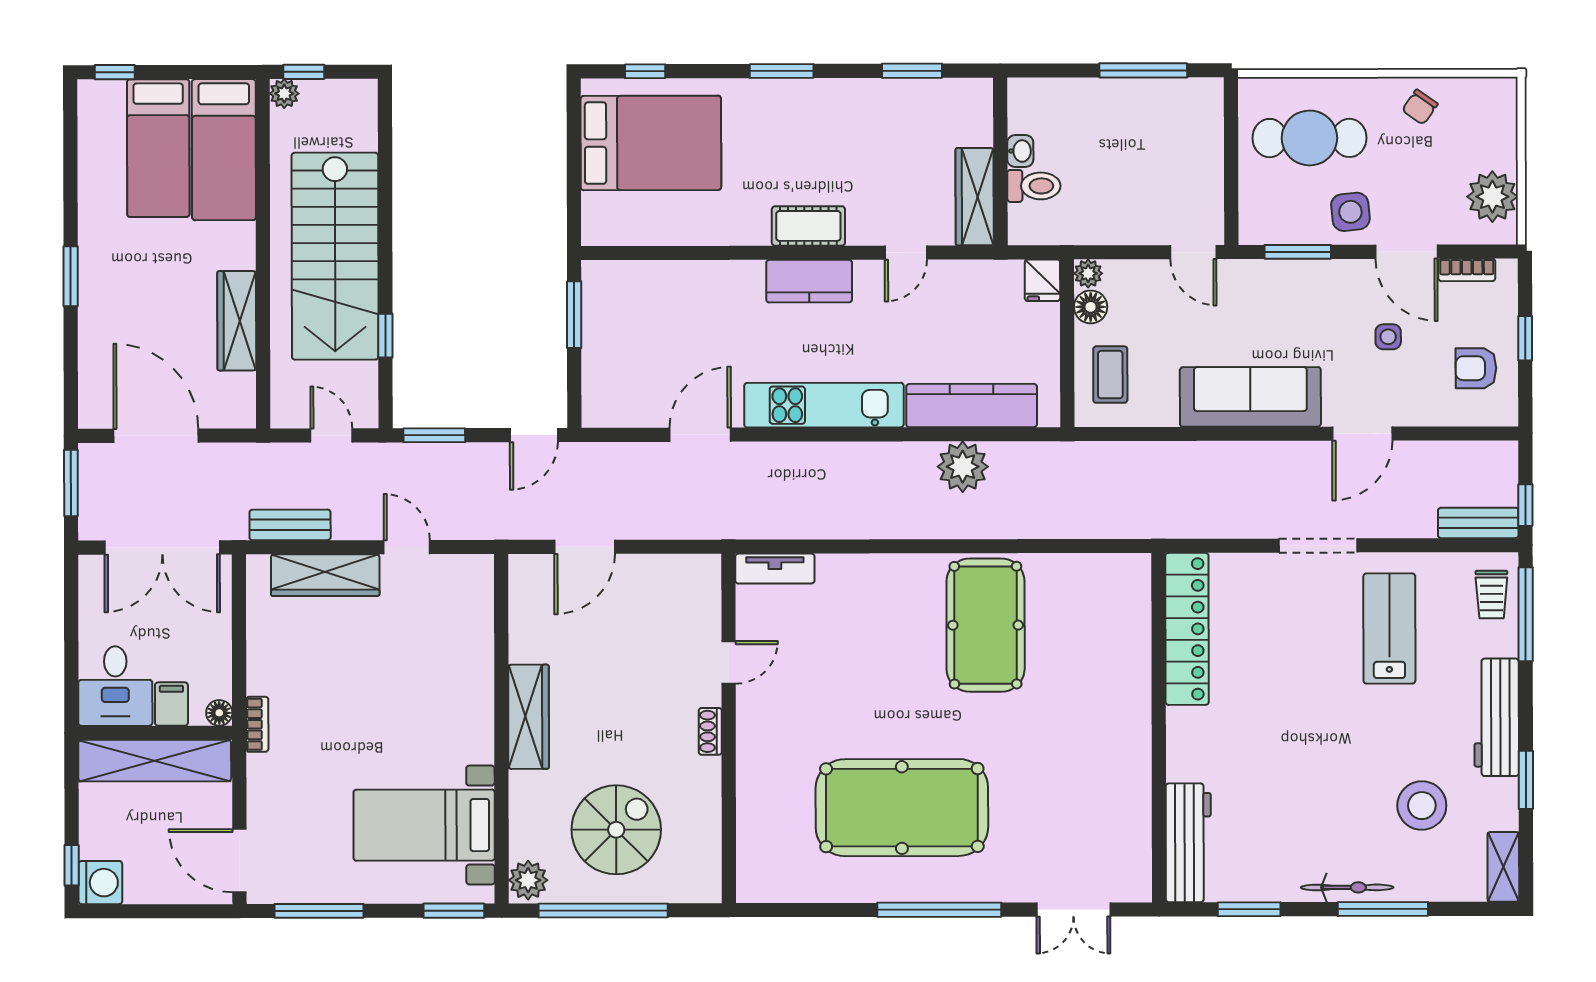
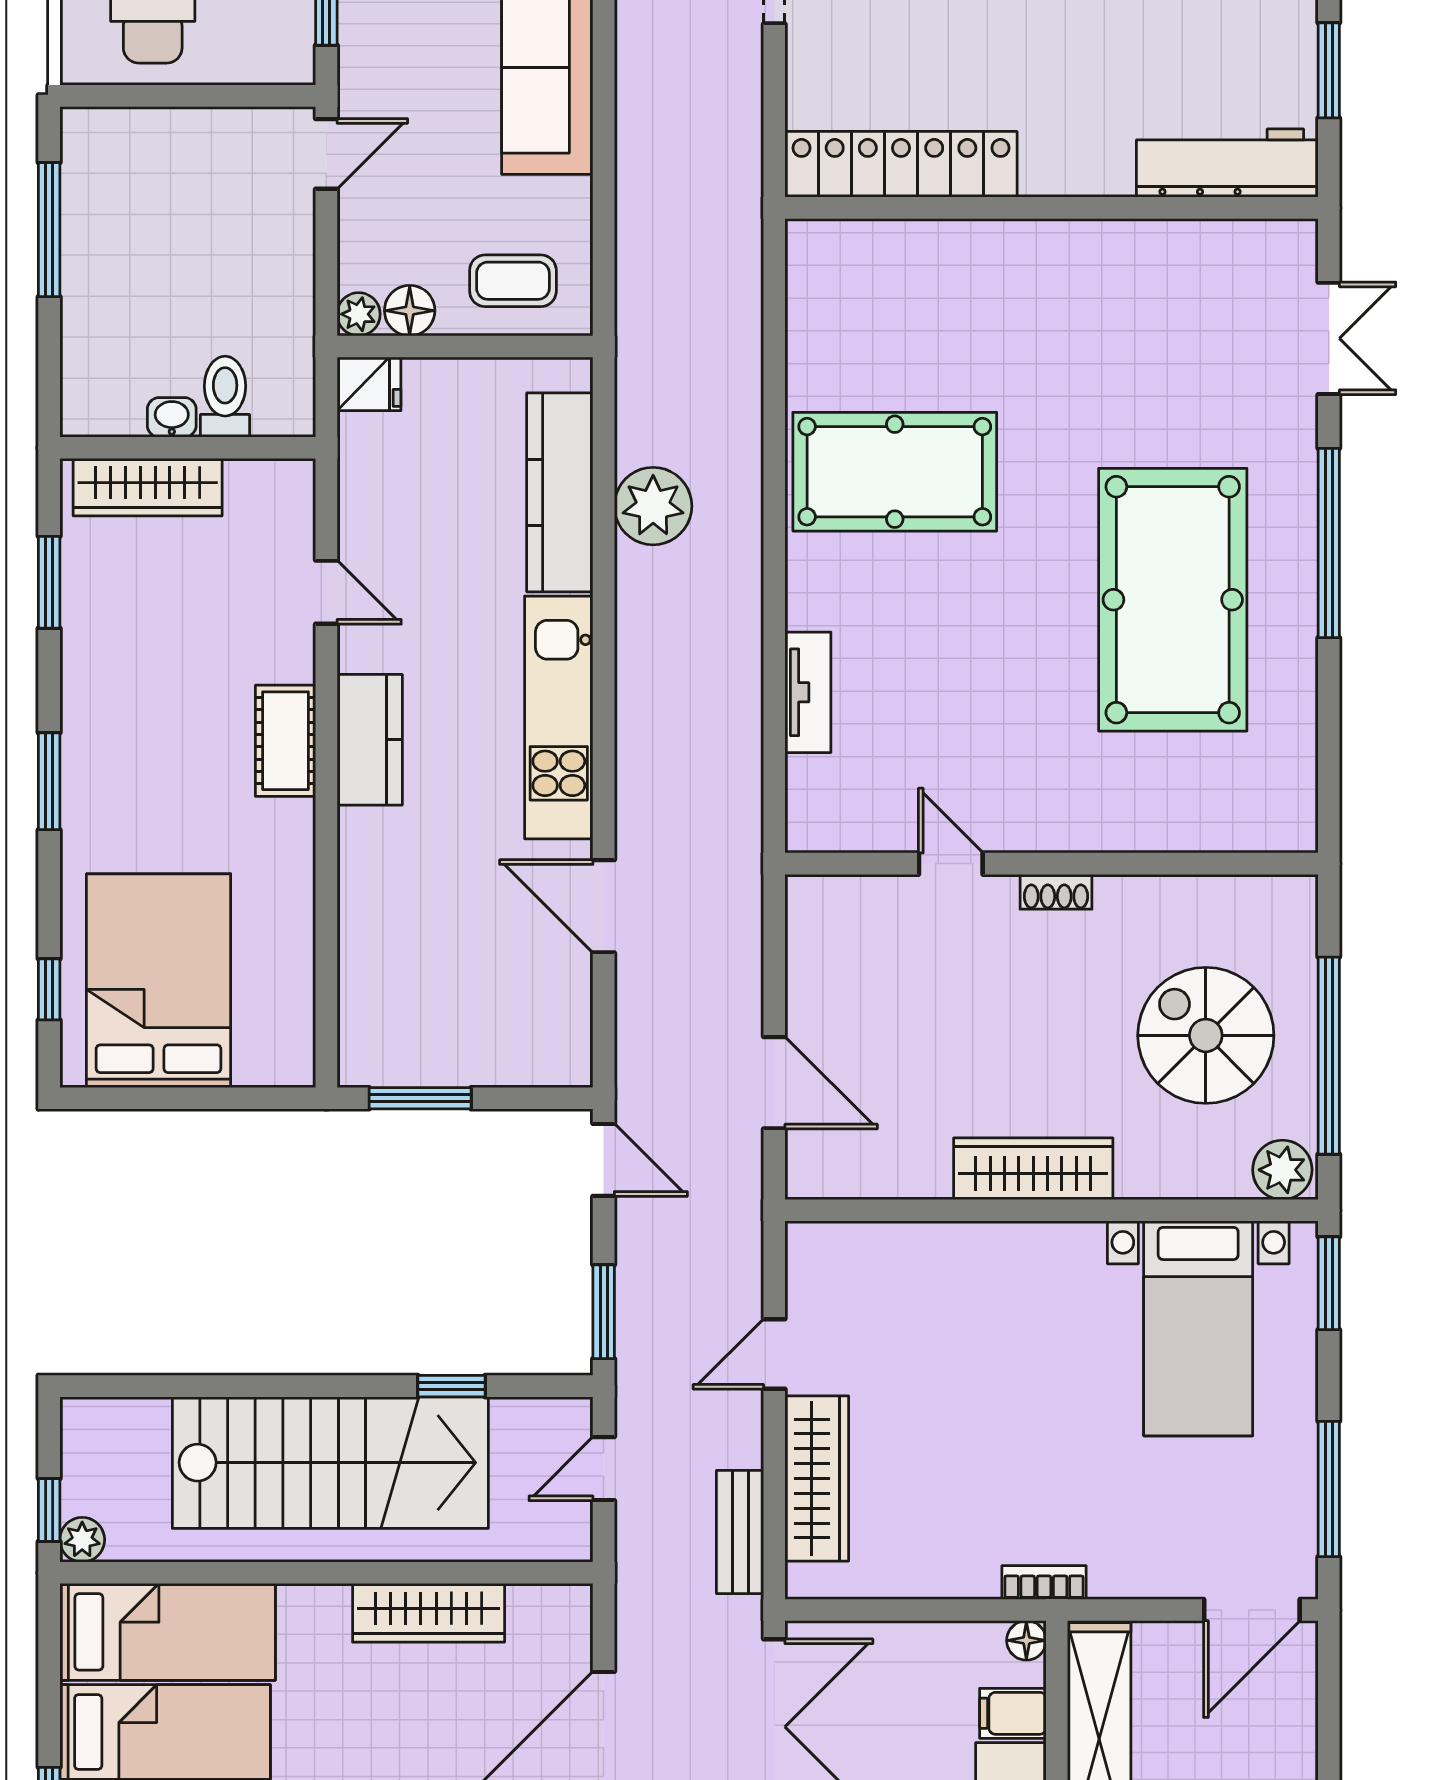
wardrobe: (975, 197) -> (148, 487), moved
tv unit: (775, 569) -> (808, 692), moved

